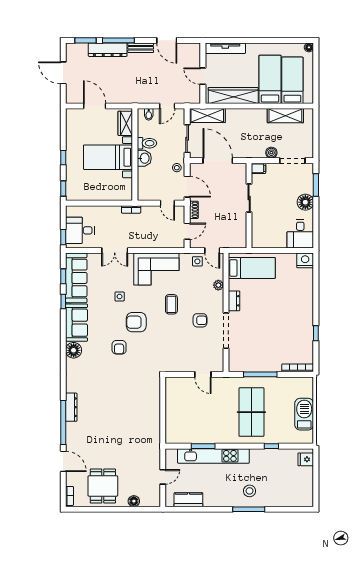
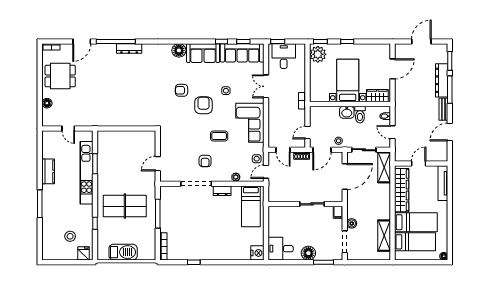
plant: (78, 191) -> (318, 54), added
stool: (250, 491) -> (70, 236), moved
kitchen counter: (188, 500) -> (48, 171), moved

